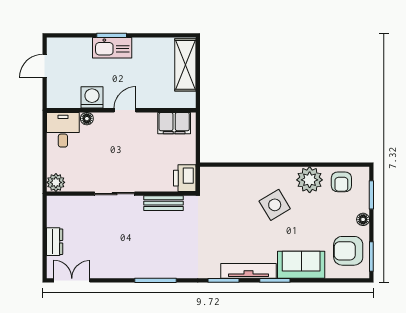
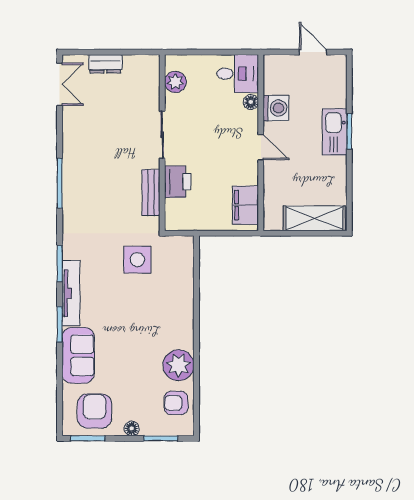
printer: (185, 178) -> (178, 182), moved, turned 90
plant: (56, 182) -> (175, 82), moved
side table: (275, 205) -> (137, 260), moved, turned 31

